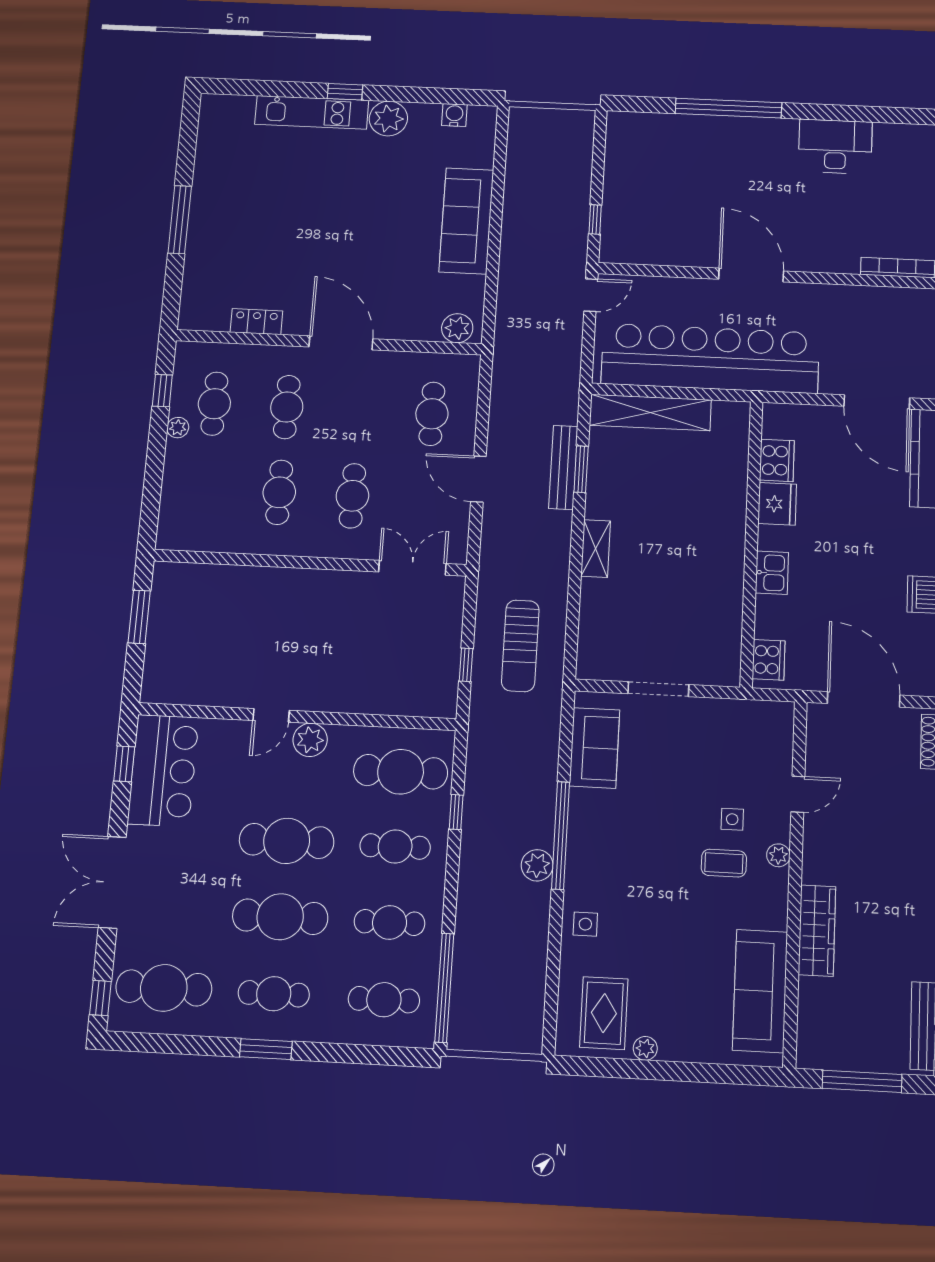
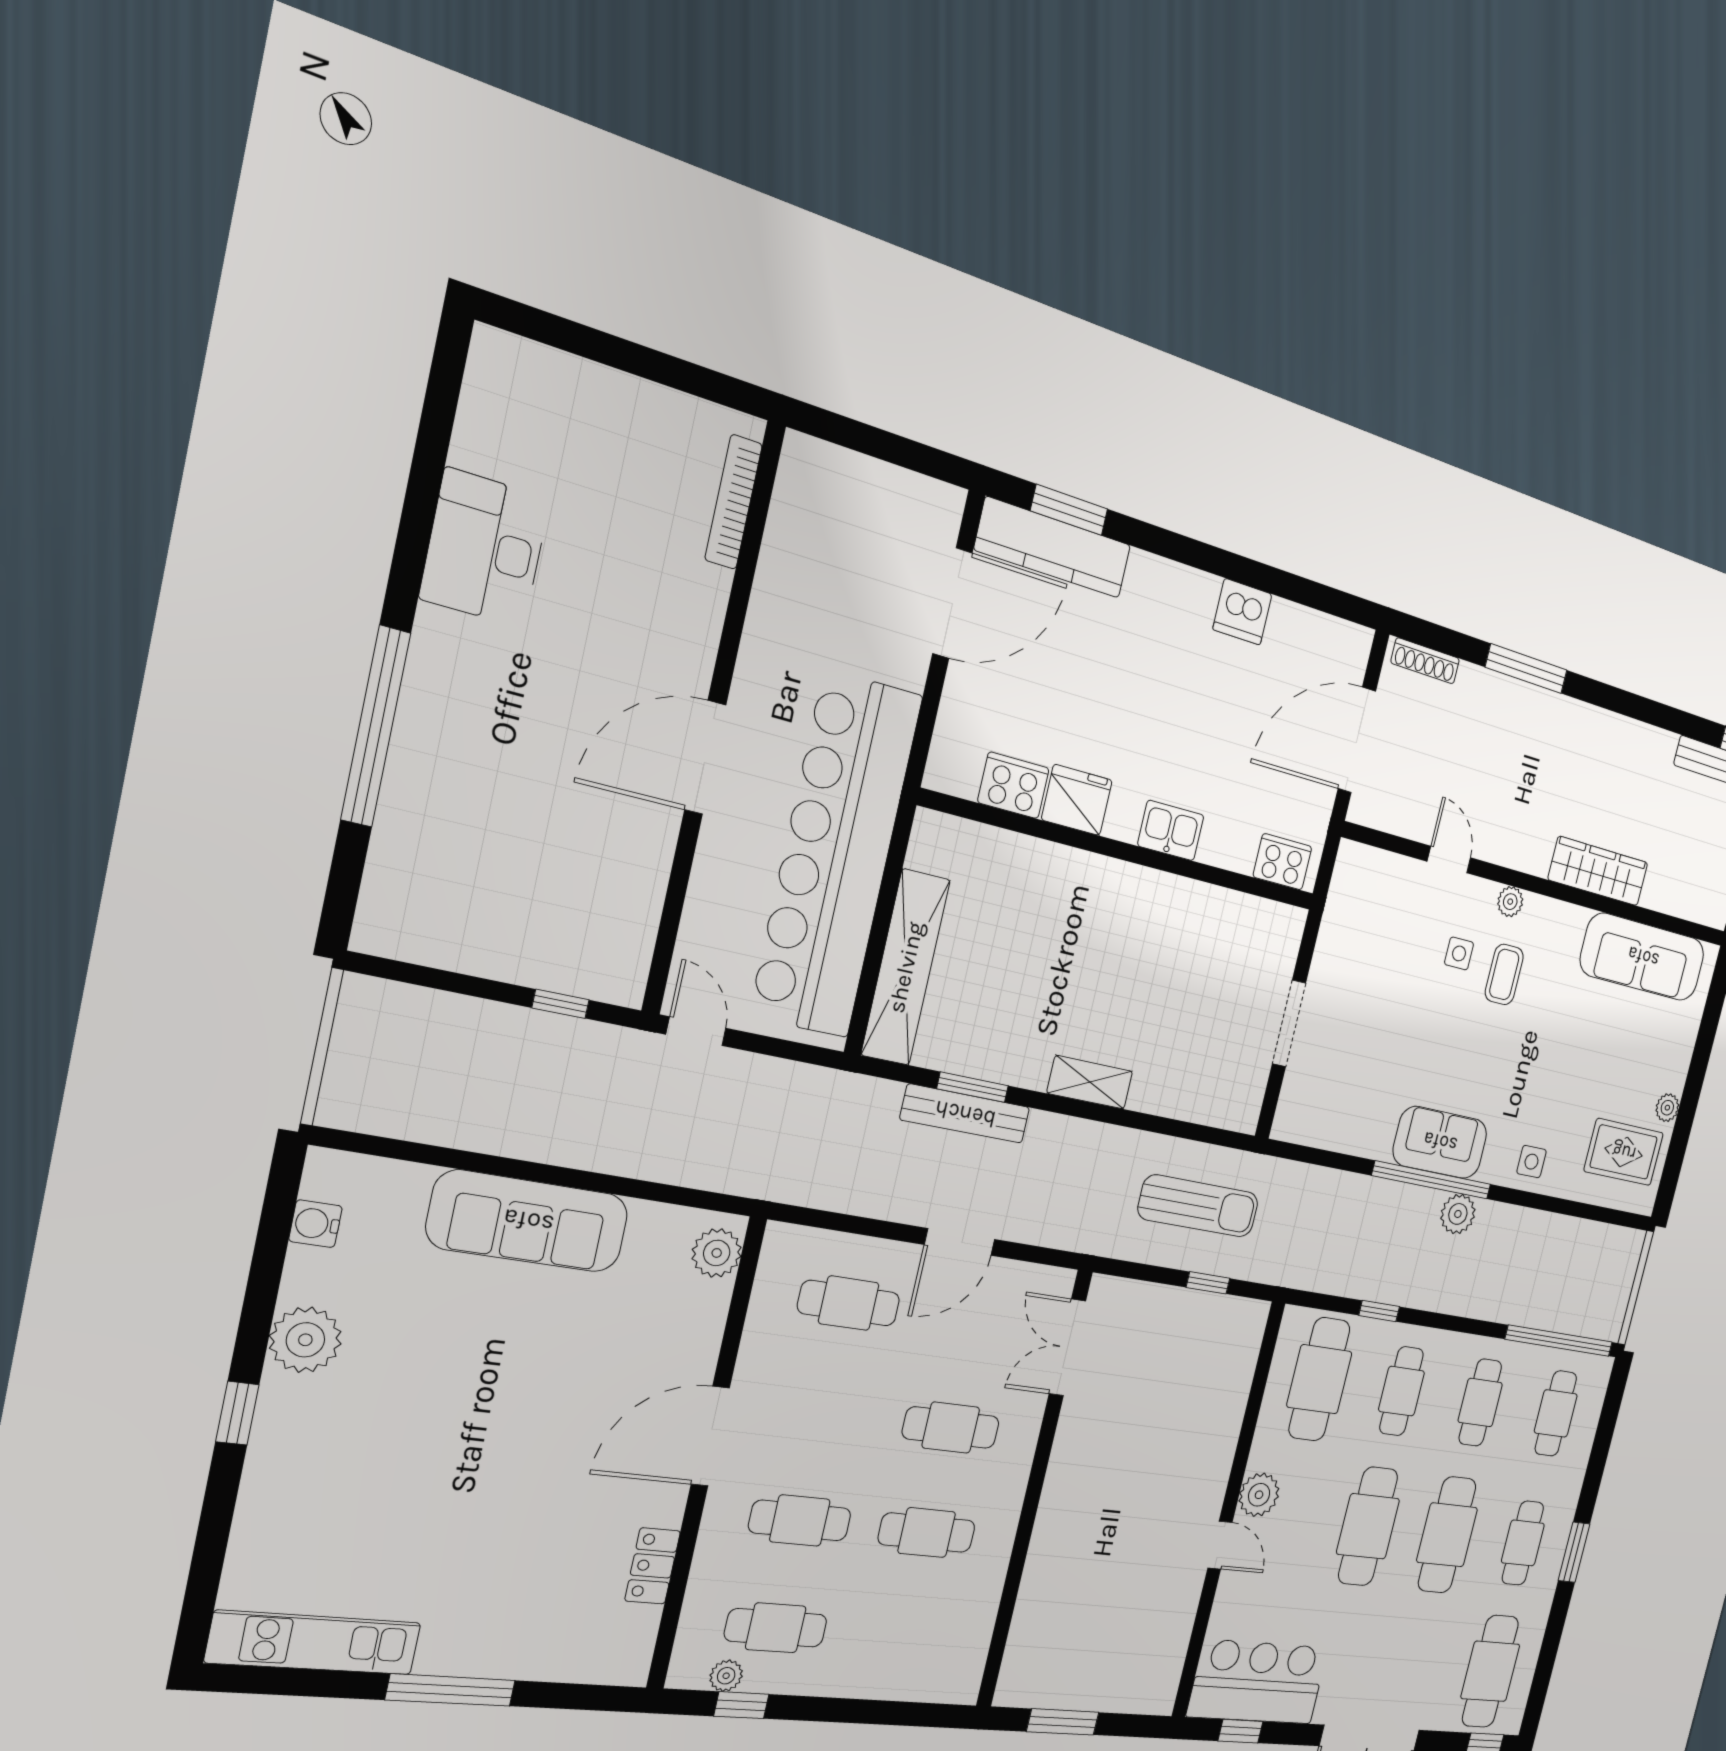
kitchen unit: (312, 112) -> (314, 1643), moved, turned -90
plant: (178, 428) -> (726, 1676), moved
sofa: (594, 748) -> (1440, 1142), moved

